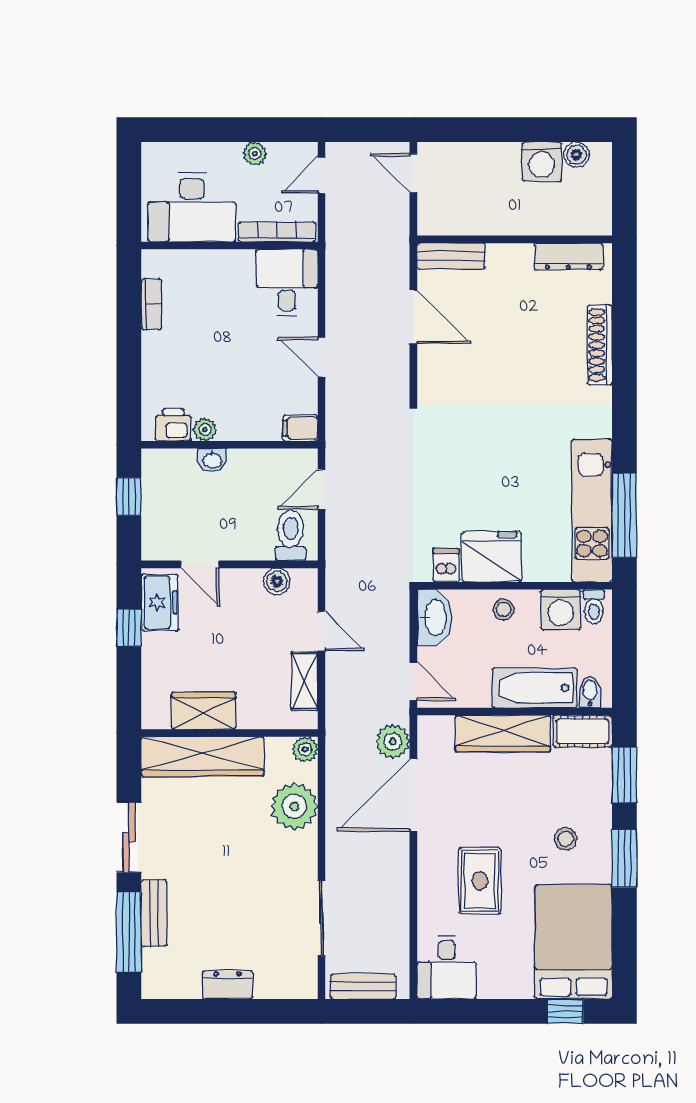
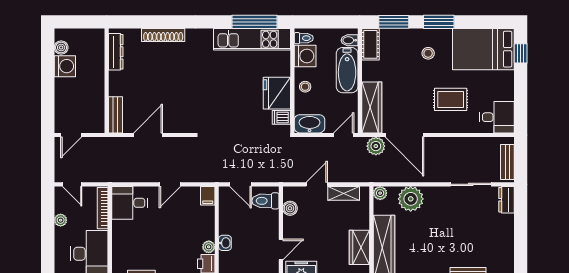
wardrobe: (503, 734) -> (372, 107), moved
dresser: (228, 985) -> (506, 200), moved

